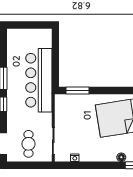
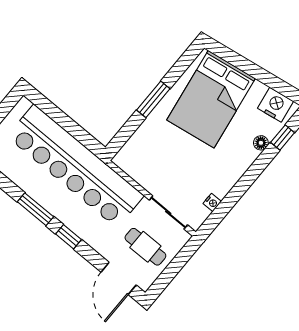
bar counter: (39, 80) -> (75, 166), width x1.36
window: (78, 91) -> (153, 99), moved

